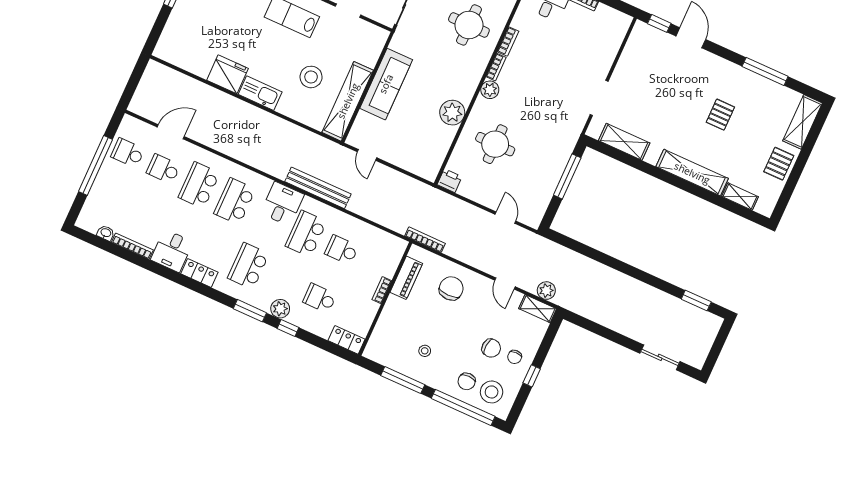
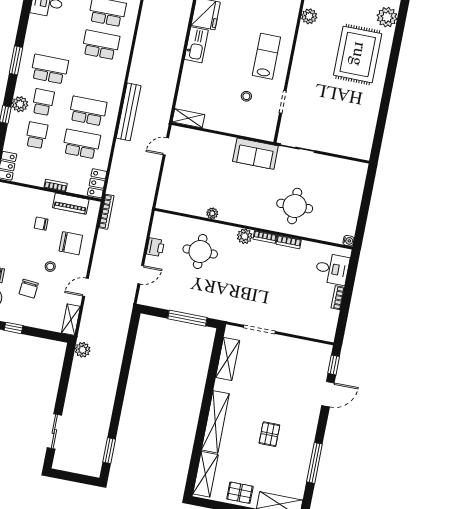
stool: (311, 77) -> (246, 96), moved, width x0.53, depth x0.53
sofa: (386, 84) -> (255, 154), moved, width x0.73
shelving: (348, 101) -> (188, 118), width x0.45, depth x0.75
plant: (452, 113) -> (212, 213), width x0.53, depth x0.53
pallet: (720, 115) -> (269, 434), turned 90
printer: (450, 181) -> (155, 247), moved
shelving: (740, 197) -> (205, 474), width x1.50, depth x1.33
desk: (282, 204) -> (108, 85), removed
school desk: (342, 250) -> (81, 144), width x1.85
locker: (199, 273) -> (97, 183), moved, turned 180
school desk: (284, 282) -> (43, 102), added
plant: (546, 291) -> (83, 350), moved
window: (250, 311) -> (16, 60), moved
stool: (425, 351) -> (50, 267), moved
chair: (515, 357) -> (41, 224), moved

